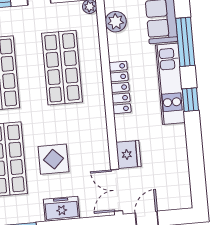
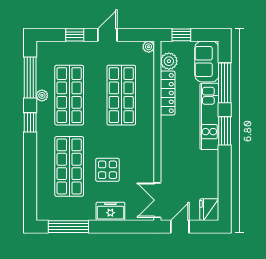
locker: (120, 87) -> (168, 93), moved
window: (190, 100) -> (225, 131), width x1.50
fridge: (129, 154) -> (209, 210), moved, turned 180

